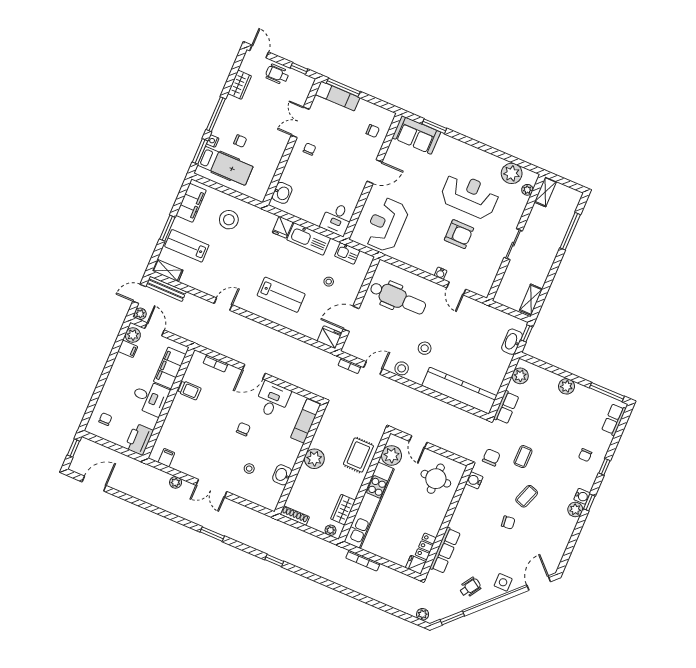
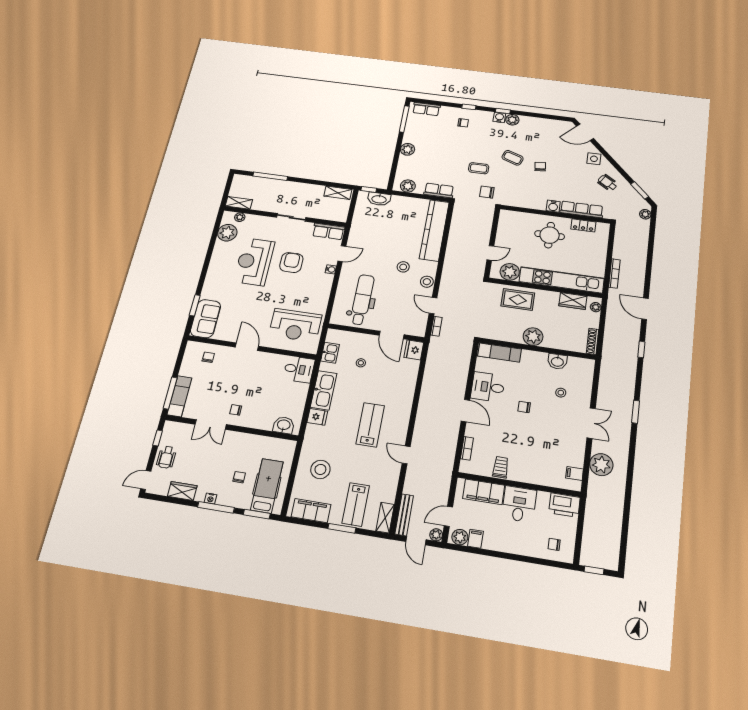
nightstand: (213, 141) -> (211, 499), moved
row of seats: (486, 280) -> (328, 231), added
lab bench: (281, 295) -> (370, 425), moved
round table: (436, 479) -> (550, 235), moved
water cooler: (474, 480) -> (553, 206), moved
plant: (176, 482) -> (601, 465), width x1.87, depth x1.87
door: (94, 484) -> (645, 309), moved
fridge: (416, 565) -> (603, 230), removed

